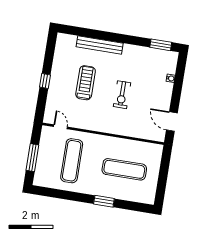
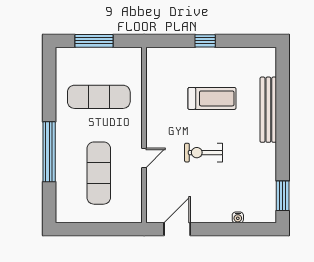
door: (60, 127) -> (144, 158), moved
window: (104, 201) -> (49, 152), width x2.11

